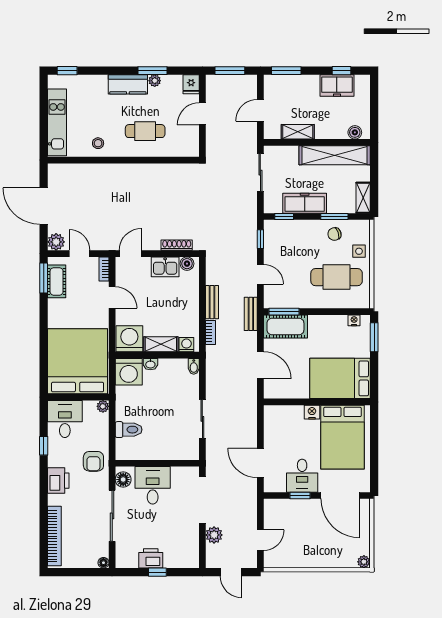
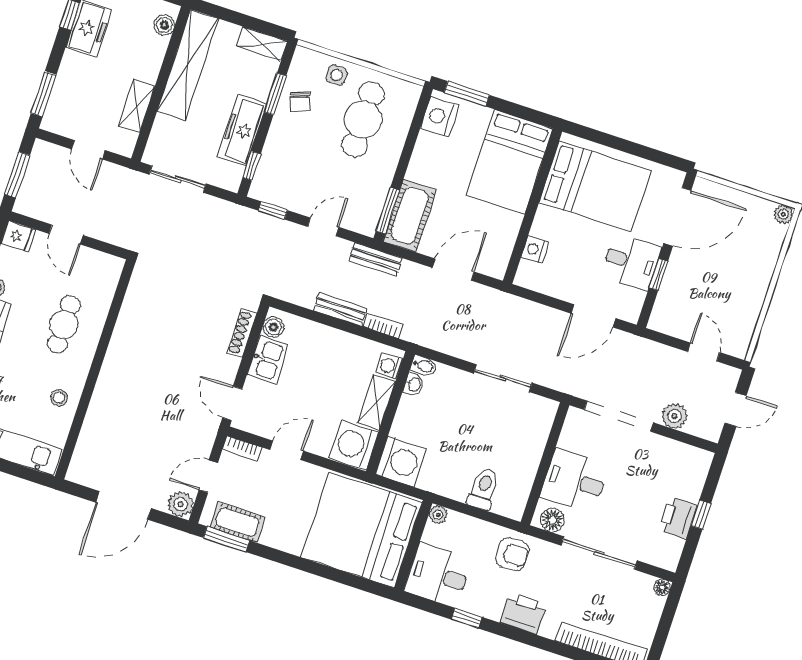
nightstand: (354, 320) -> (439, 117), width x1.89, depth x1.79
washbasin: (150, 364) -> (414, 385), moved
nightstand: (312, 412) -> (535, 249), moved

